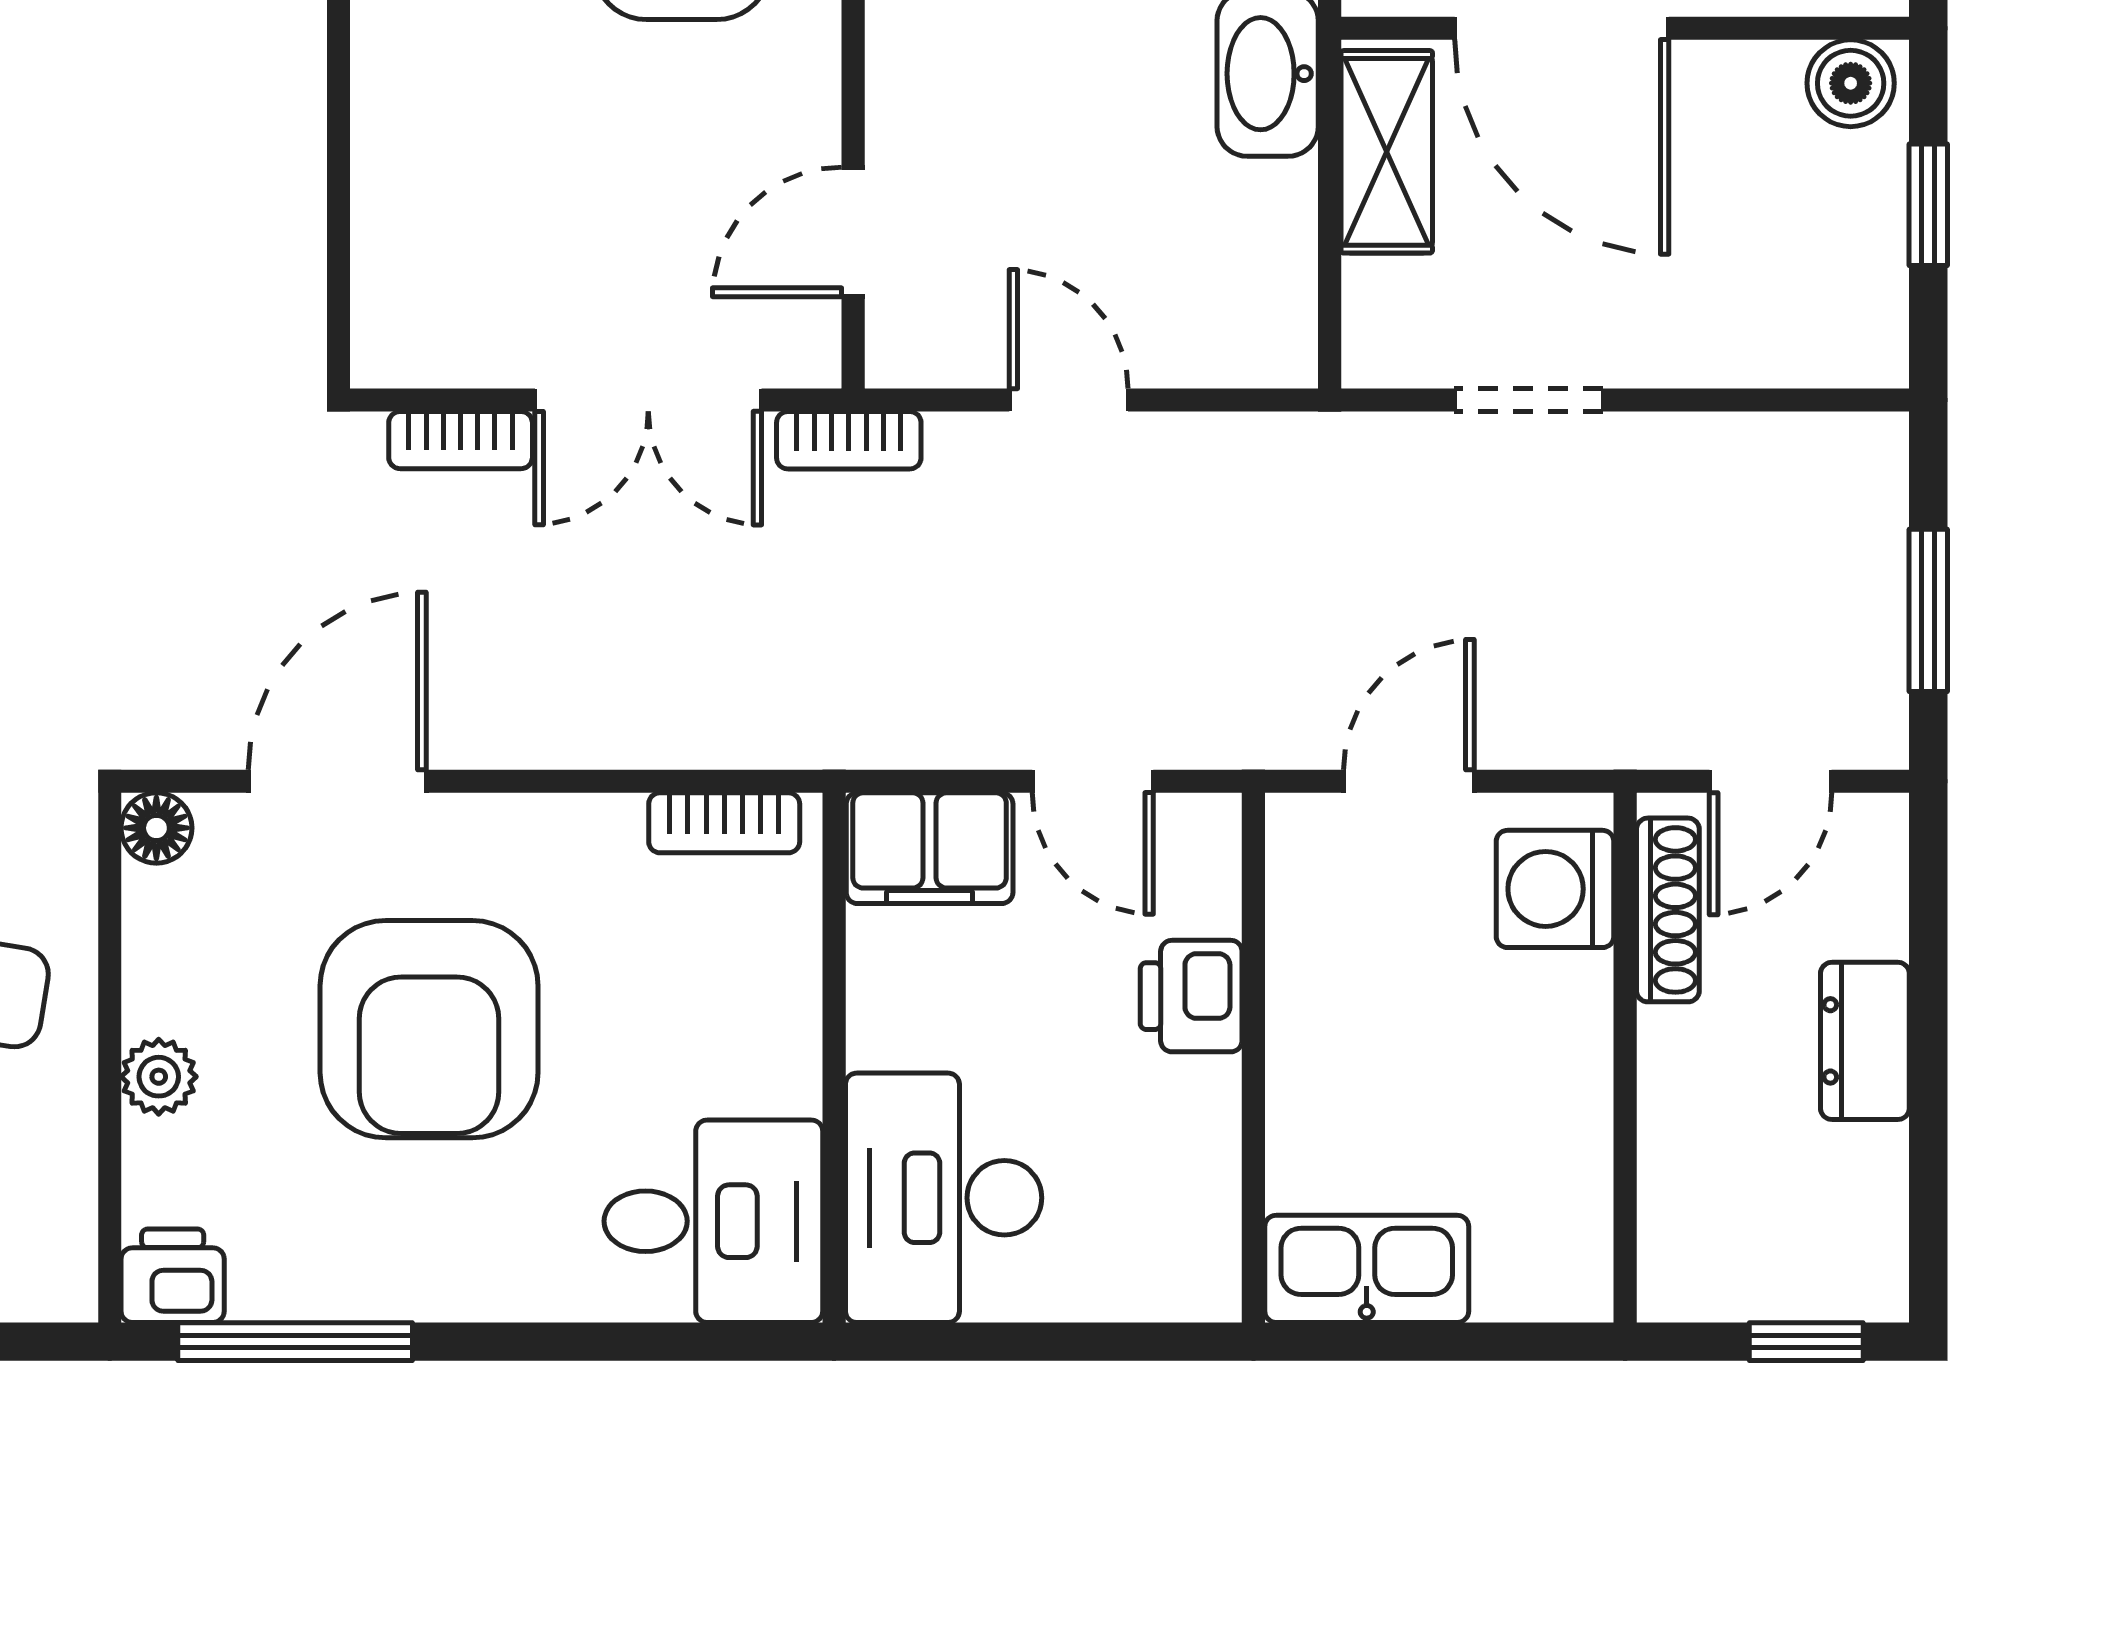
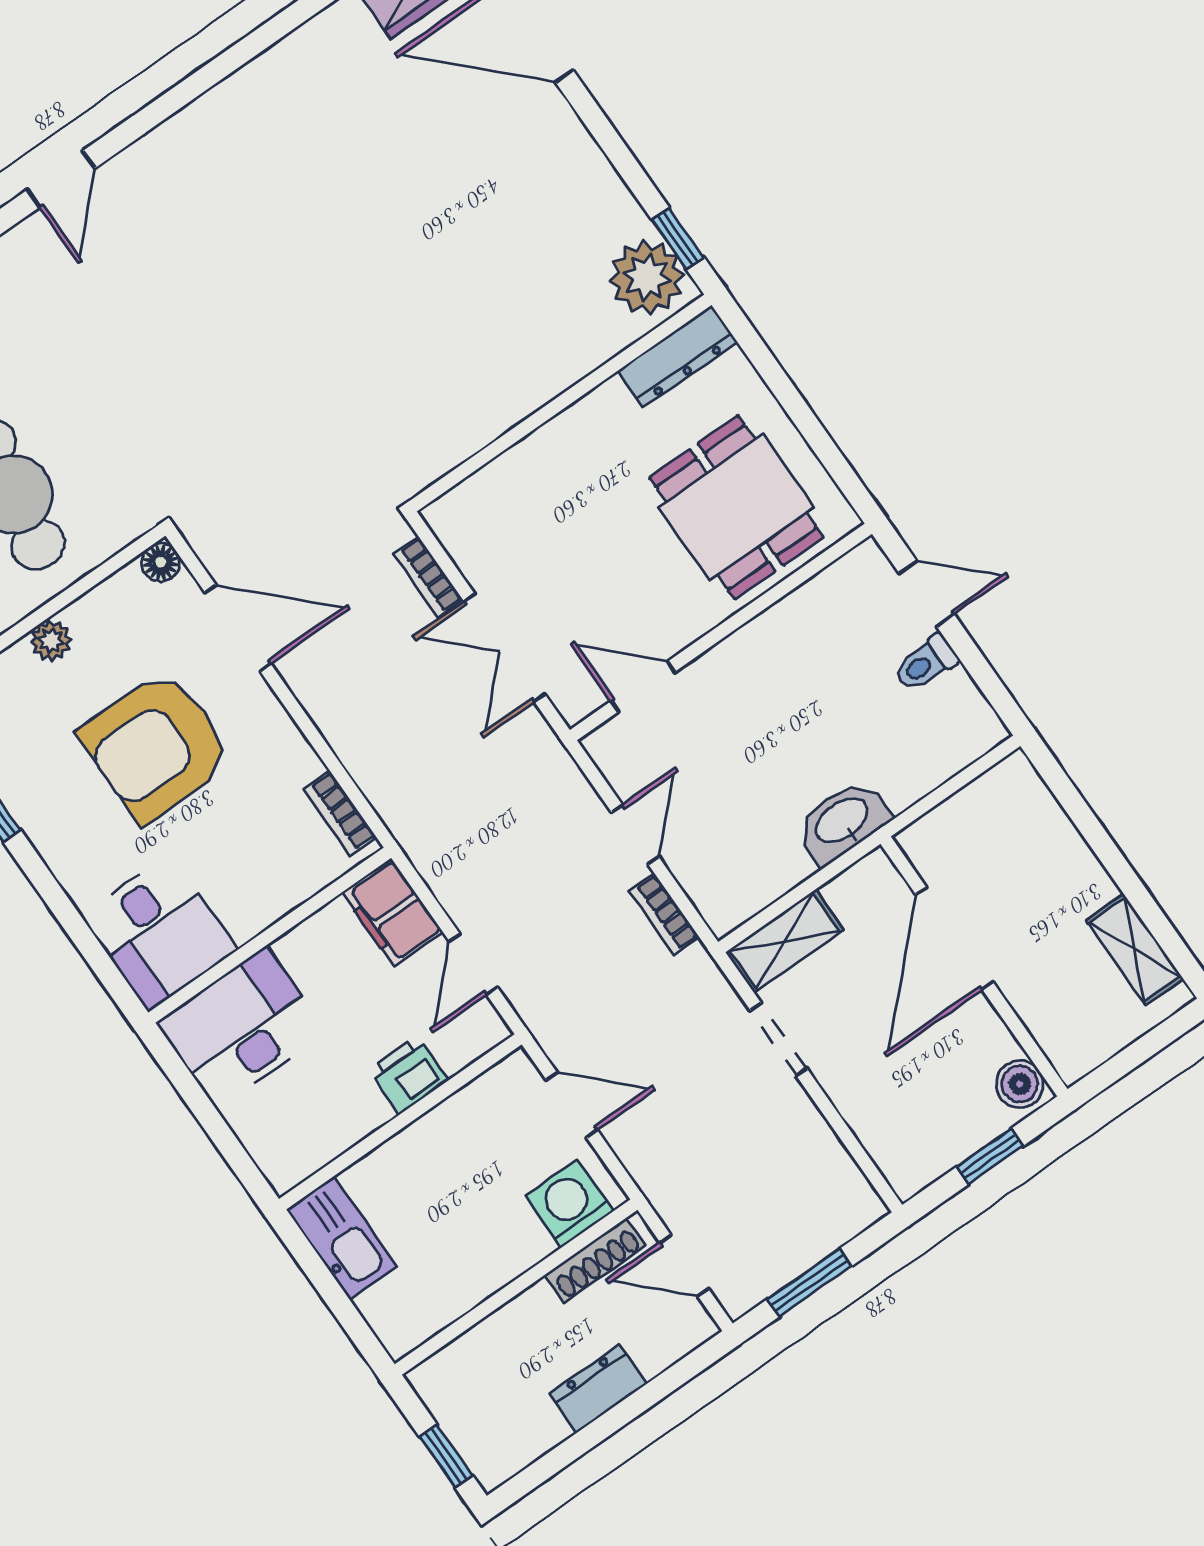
shelving: (1387, 152) -> (785, 941), moved
bookcase: (849, 440) -> (664, 914), moved

